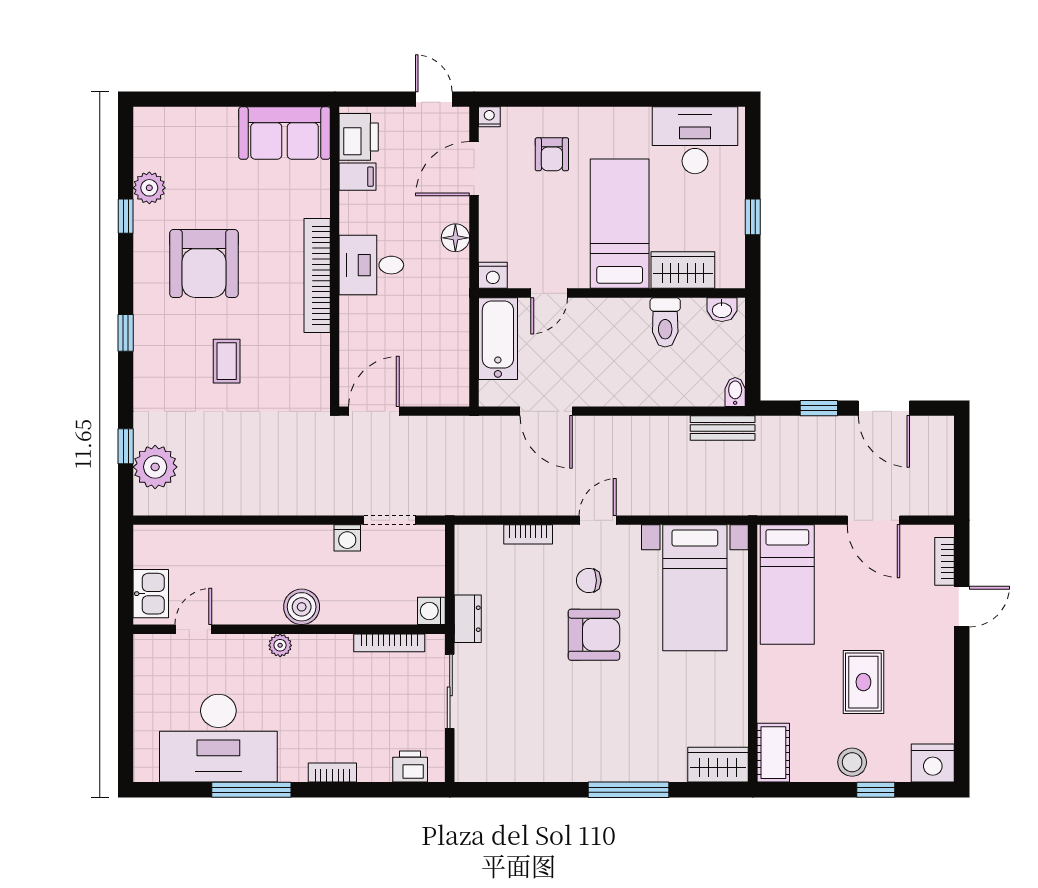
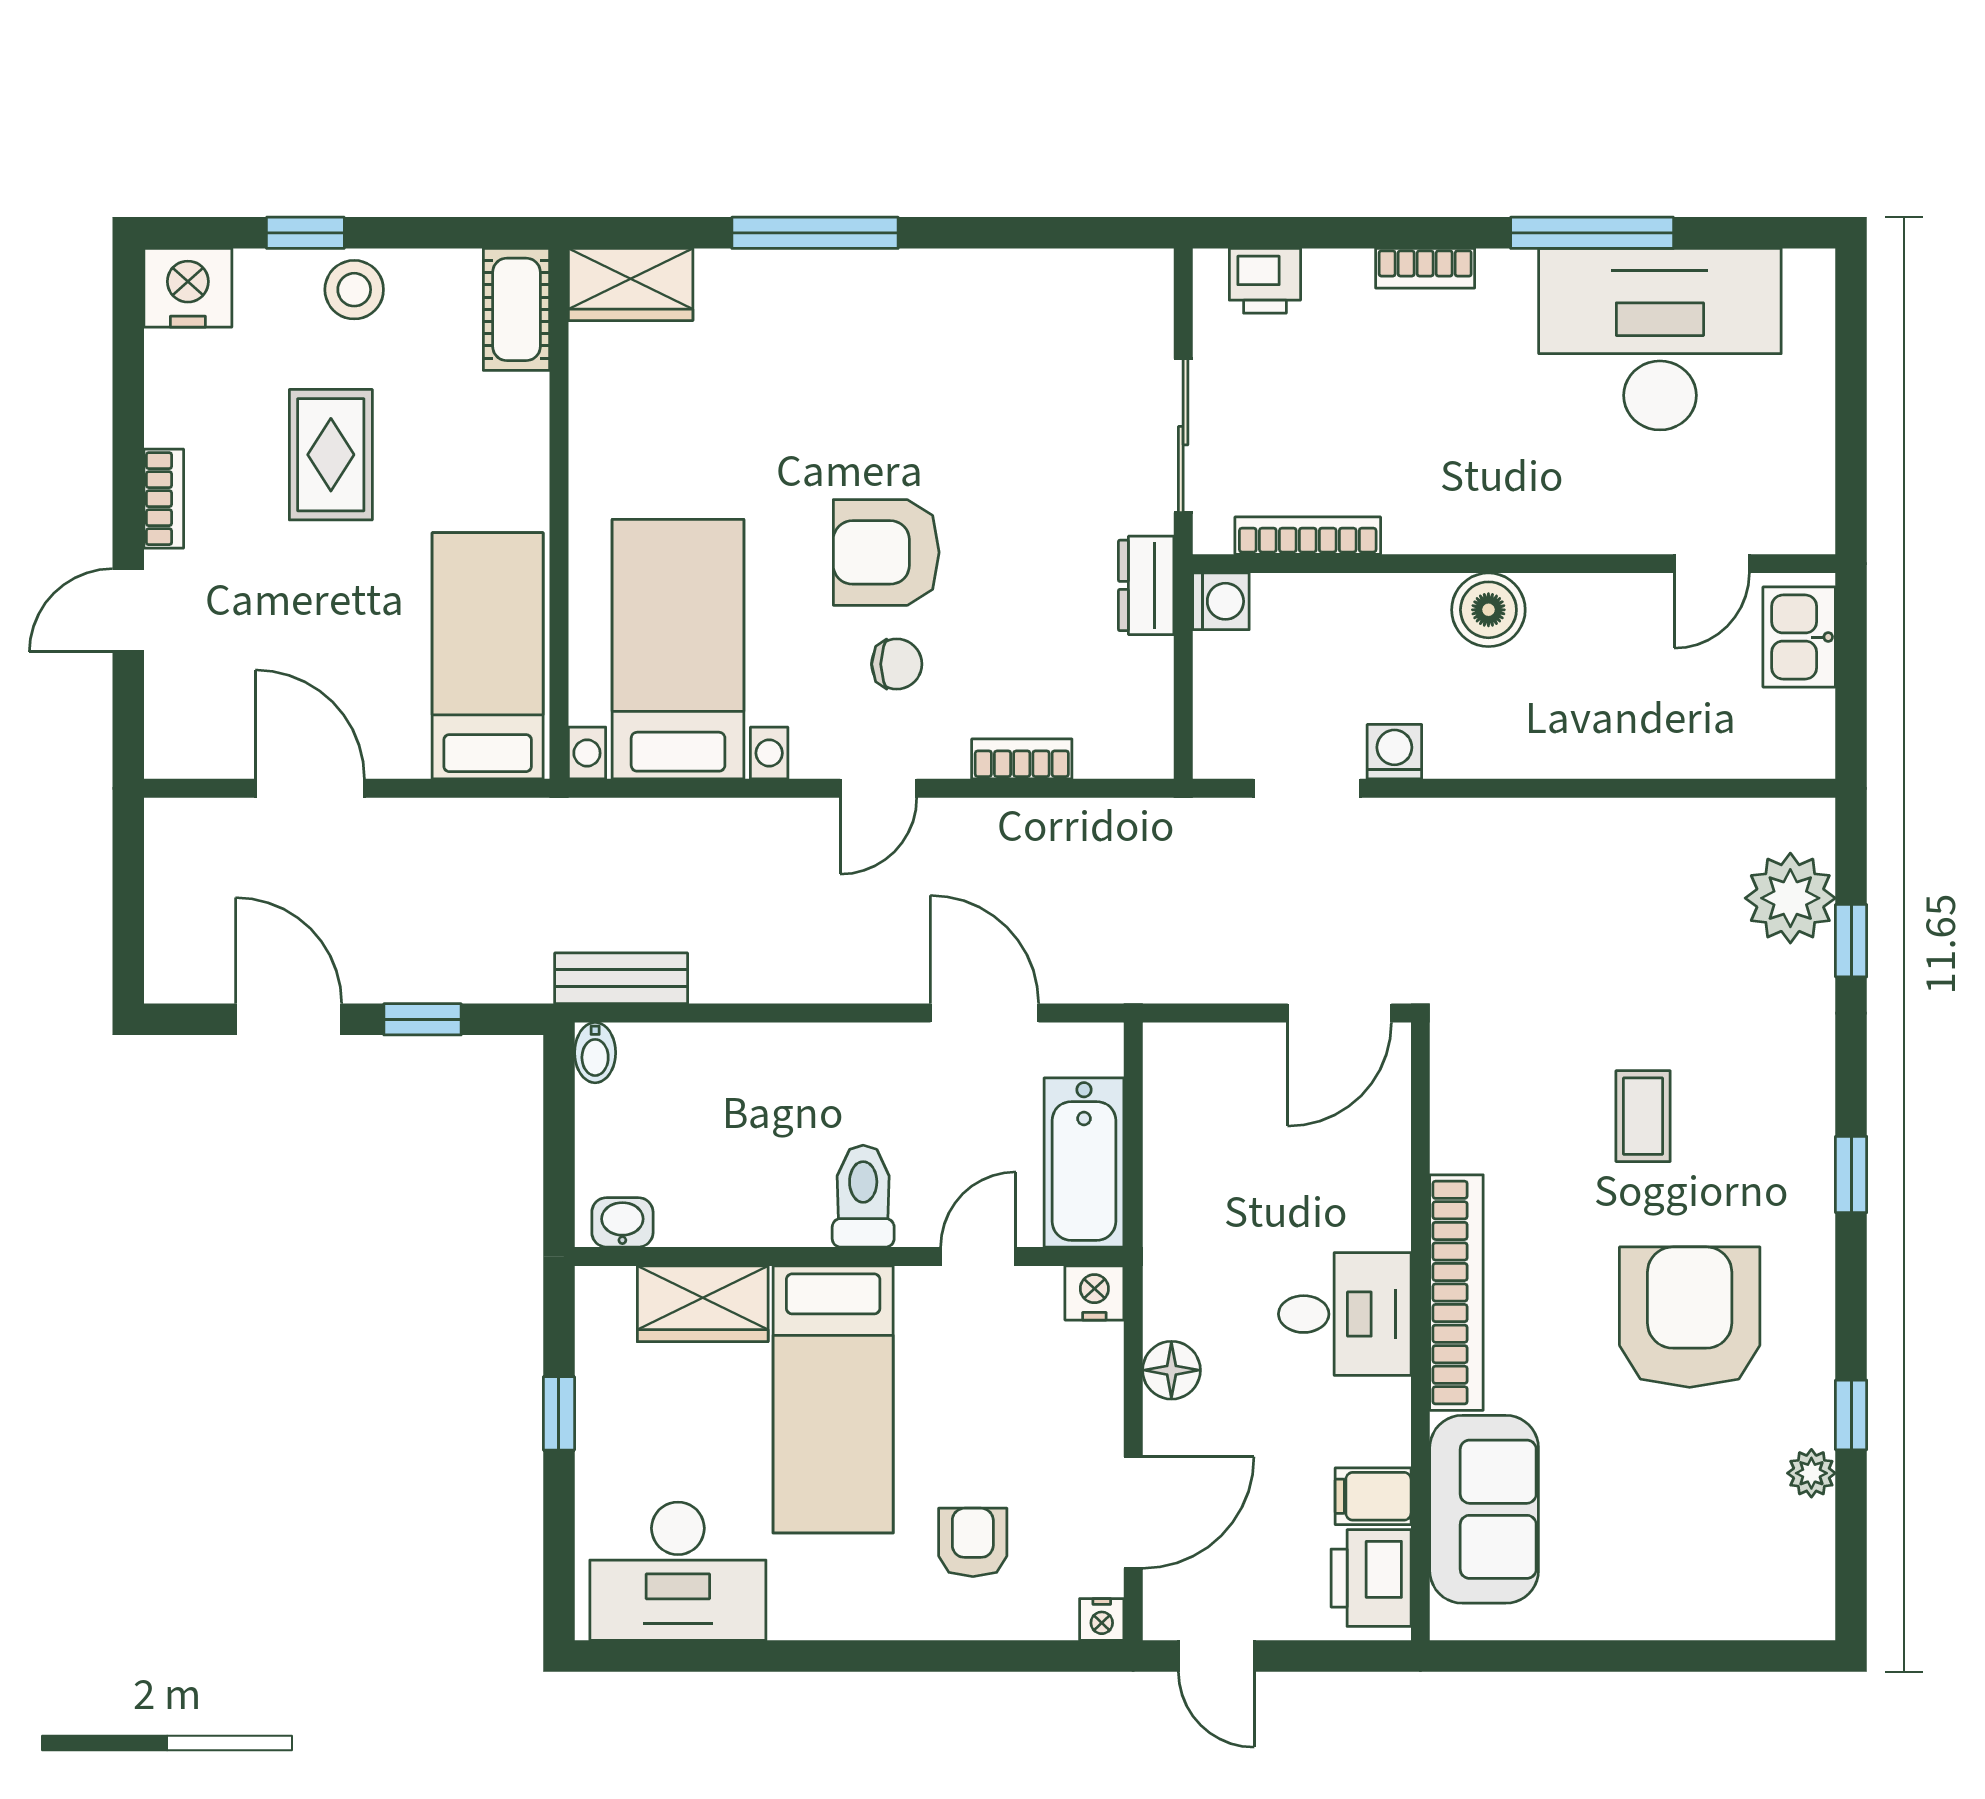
sofa: (285, 133) -> (1484, 1509), moved, turned 90
plant: (149, 188) -> (1811, 1473), width x0.73, depth x0.73
toilet: (665, 322) -> (863, 1196), moved
bookcase: (945, 561) -> (164, 499), moved
plant: (280, 645) -> (1533, 531), removed

